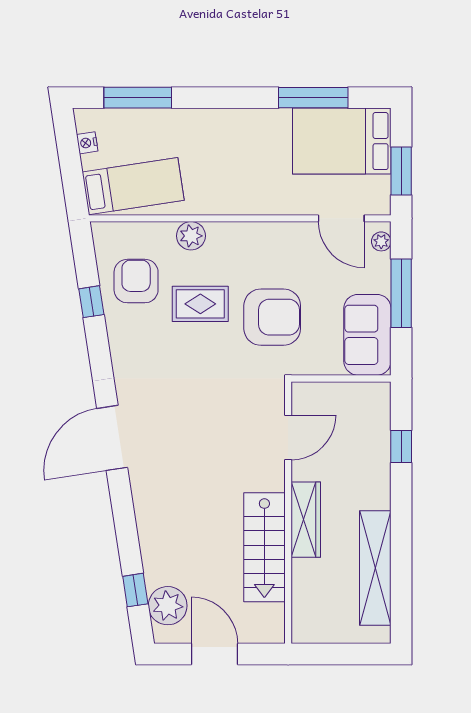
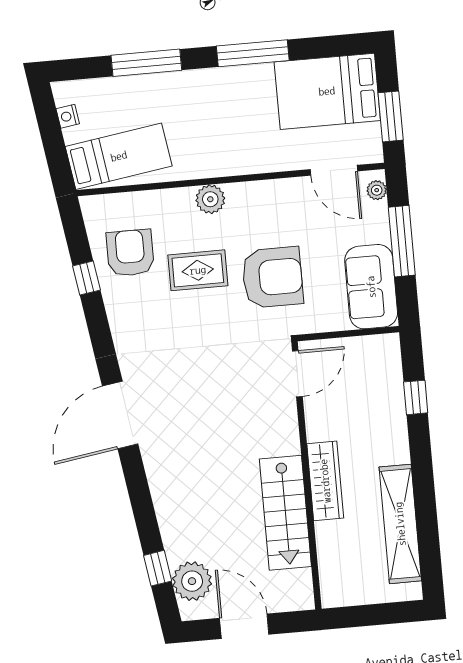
window: (138, 98) -> (146, 63), moved
window: (313, 98) -> (253, 53), moved
plant: (191, 236) -> (210, 199), moved
door: (288, 437) -> (297, 374), moved

